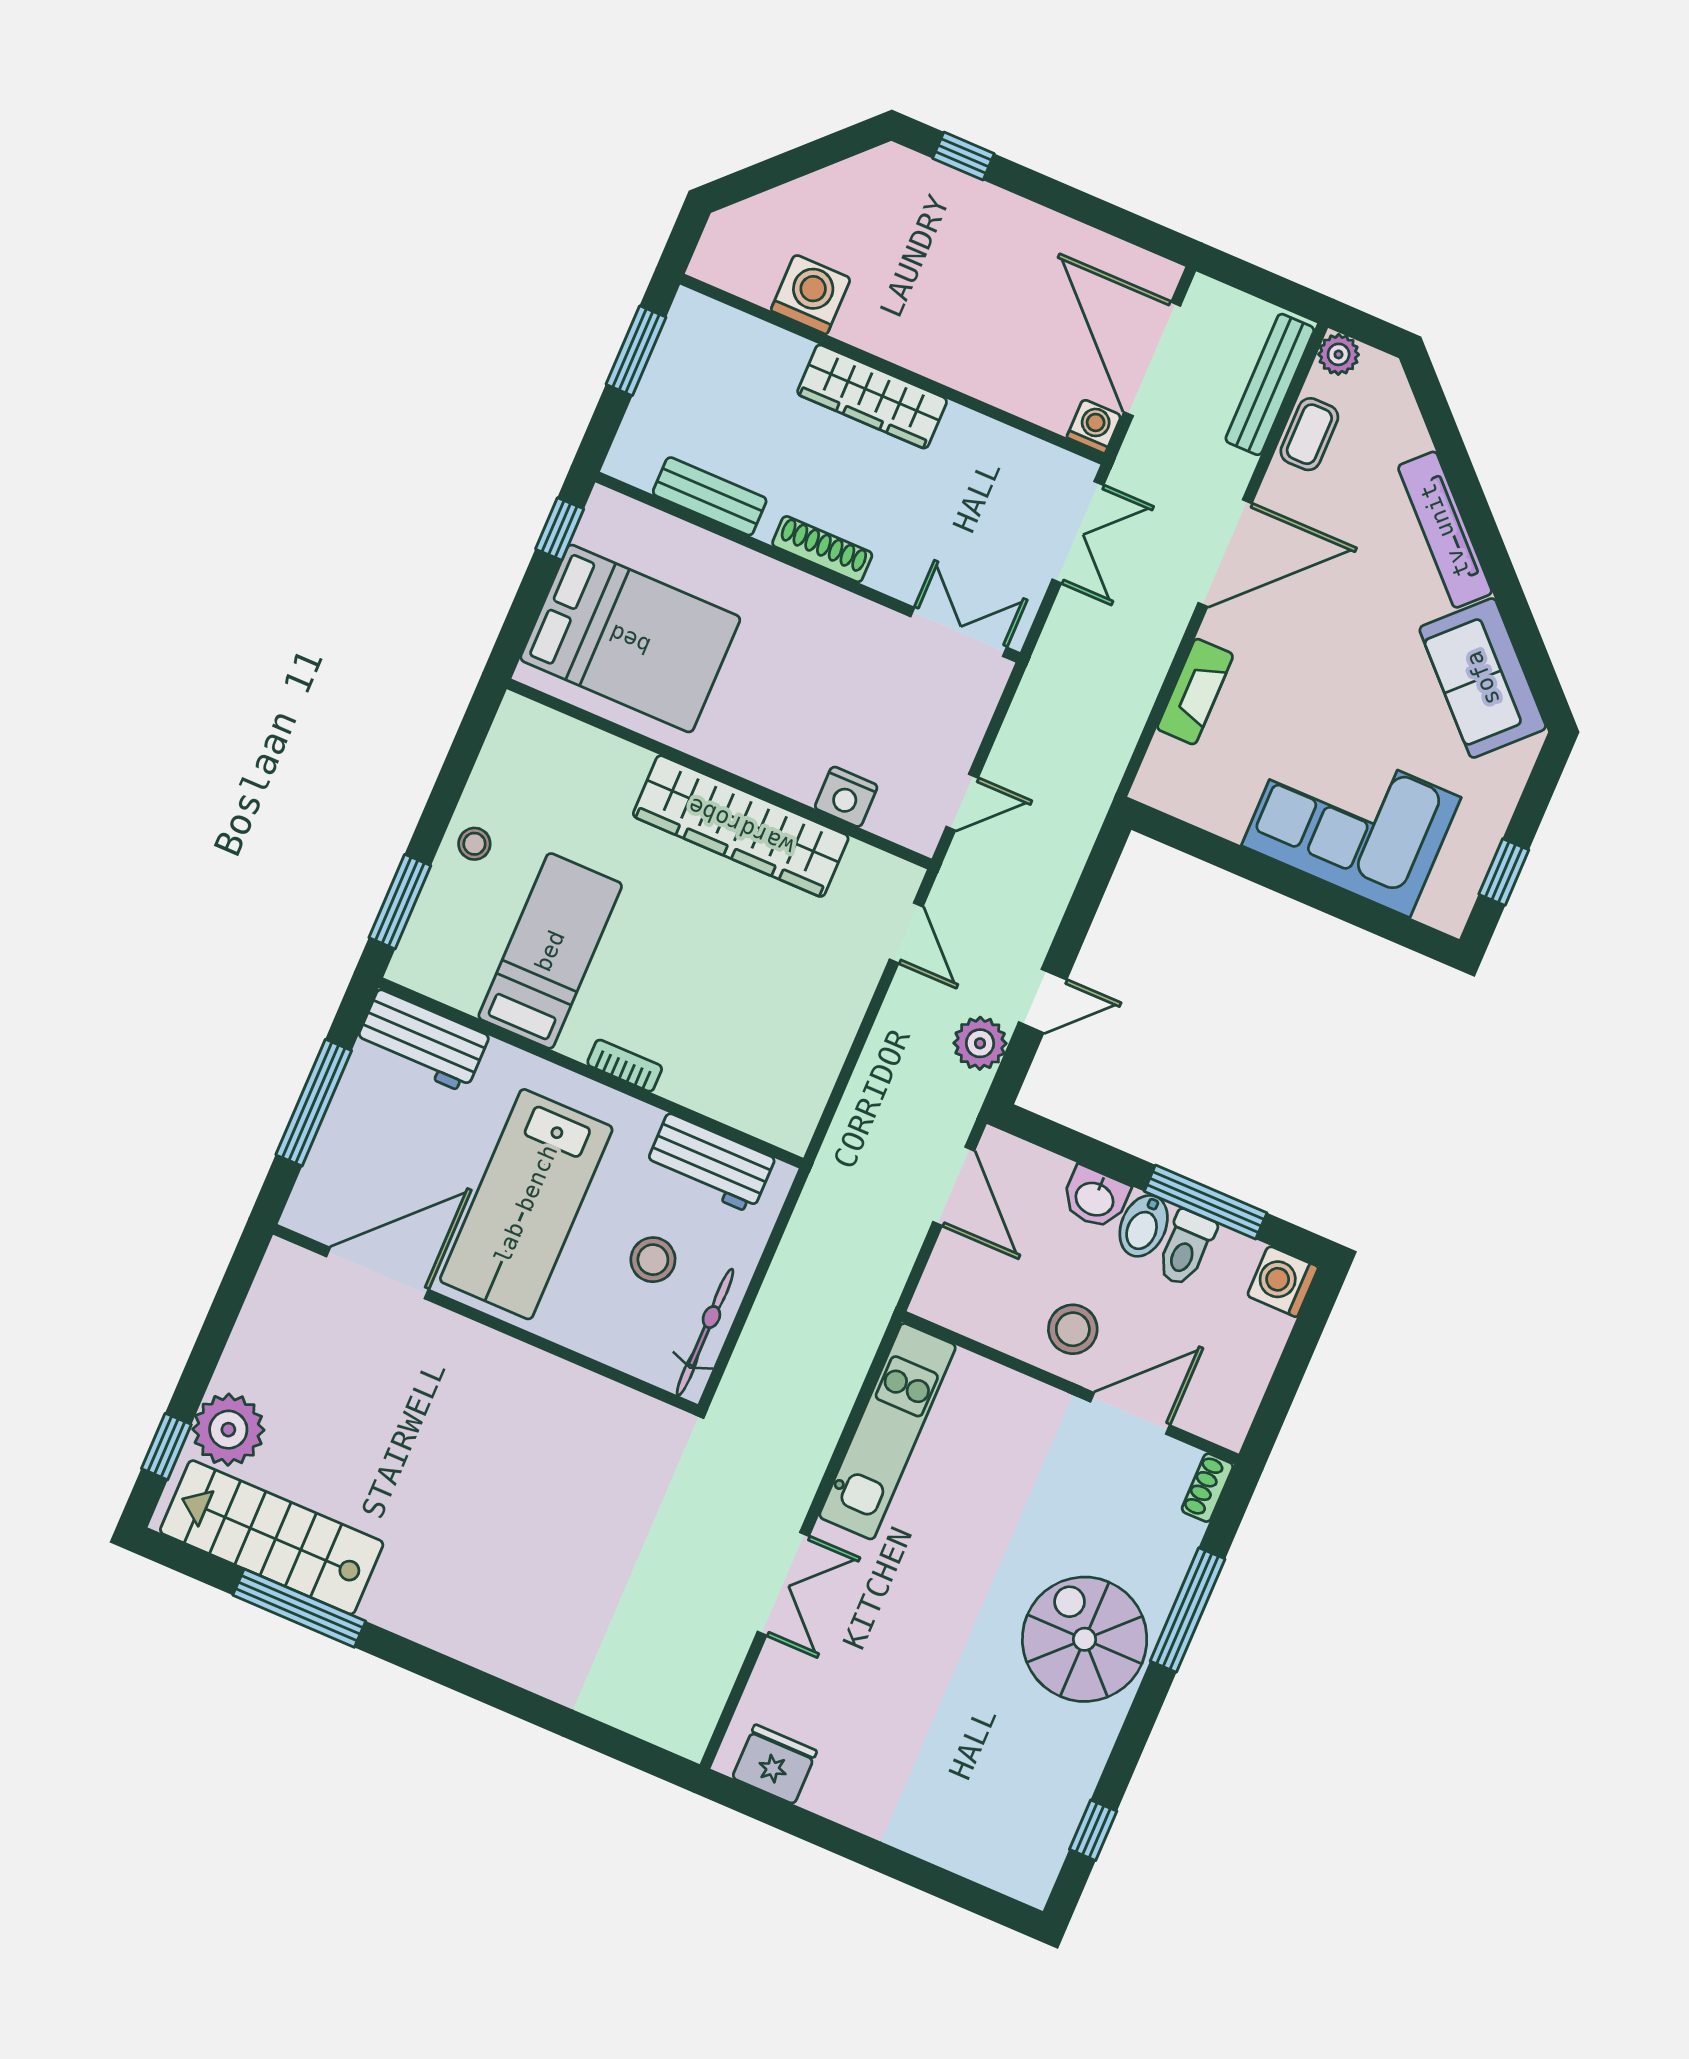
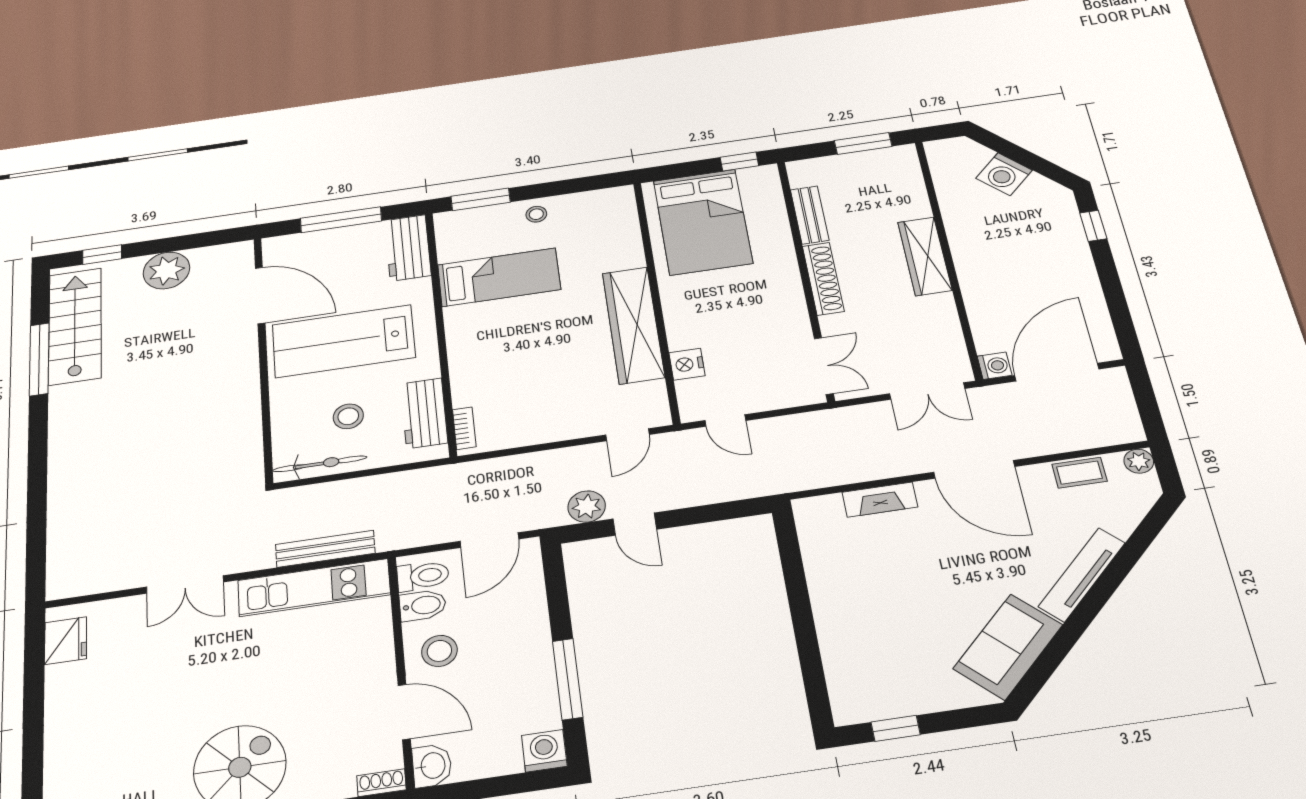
washing machine: (811, 294) -> (1004, 174), moved, turned 135
bench: (1270, 384) -> (325, 549), moved
shoe rack: (822, 549) -> (823, 279), width x1.36, depth x1.24
corner sofa: (1351, 821) -> (864, 625), removed
bookcase: (625, 1066) -> (464, 428), moved
washbasin: (1095, 1198) -> (432, 766), moved, turned 180
bidet: (1144, 1226) -> (423, 605), moved, turned 180
toilet: (1186, 1248) -> (423, 576), moved, turned 180
plant: (228, 1430) -> (166, 270), moved

